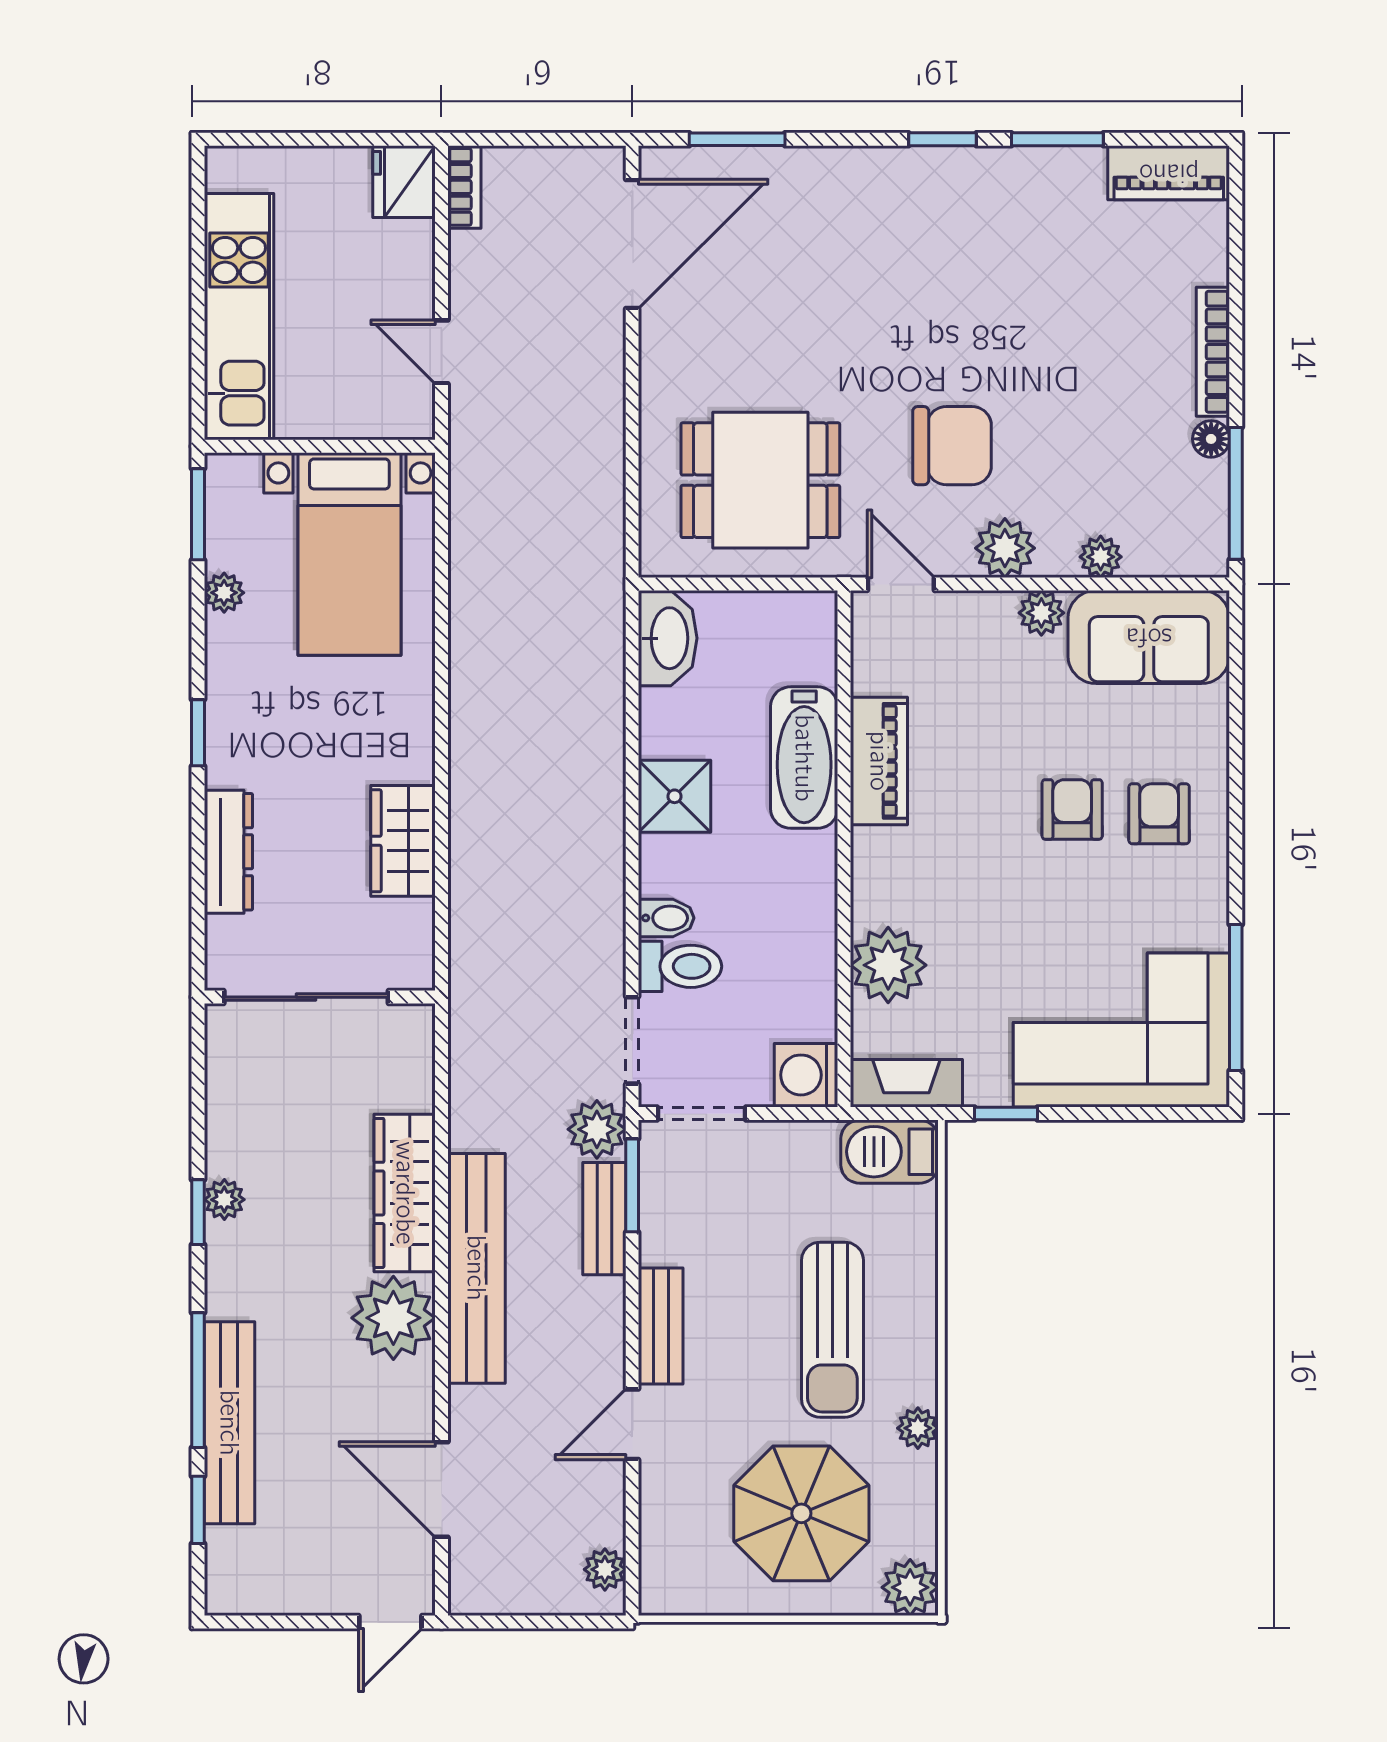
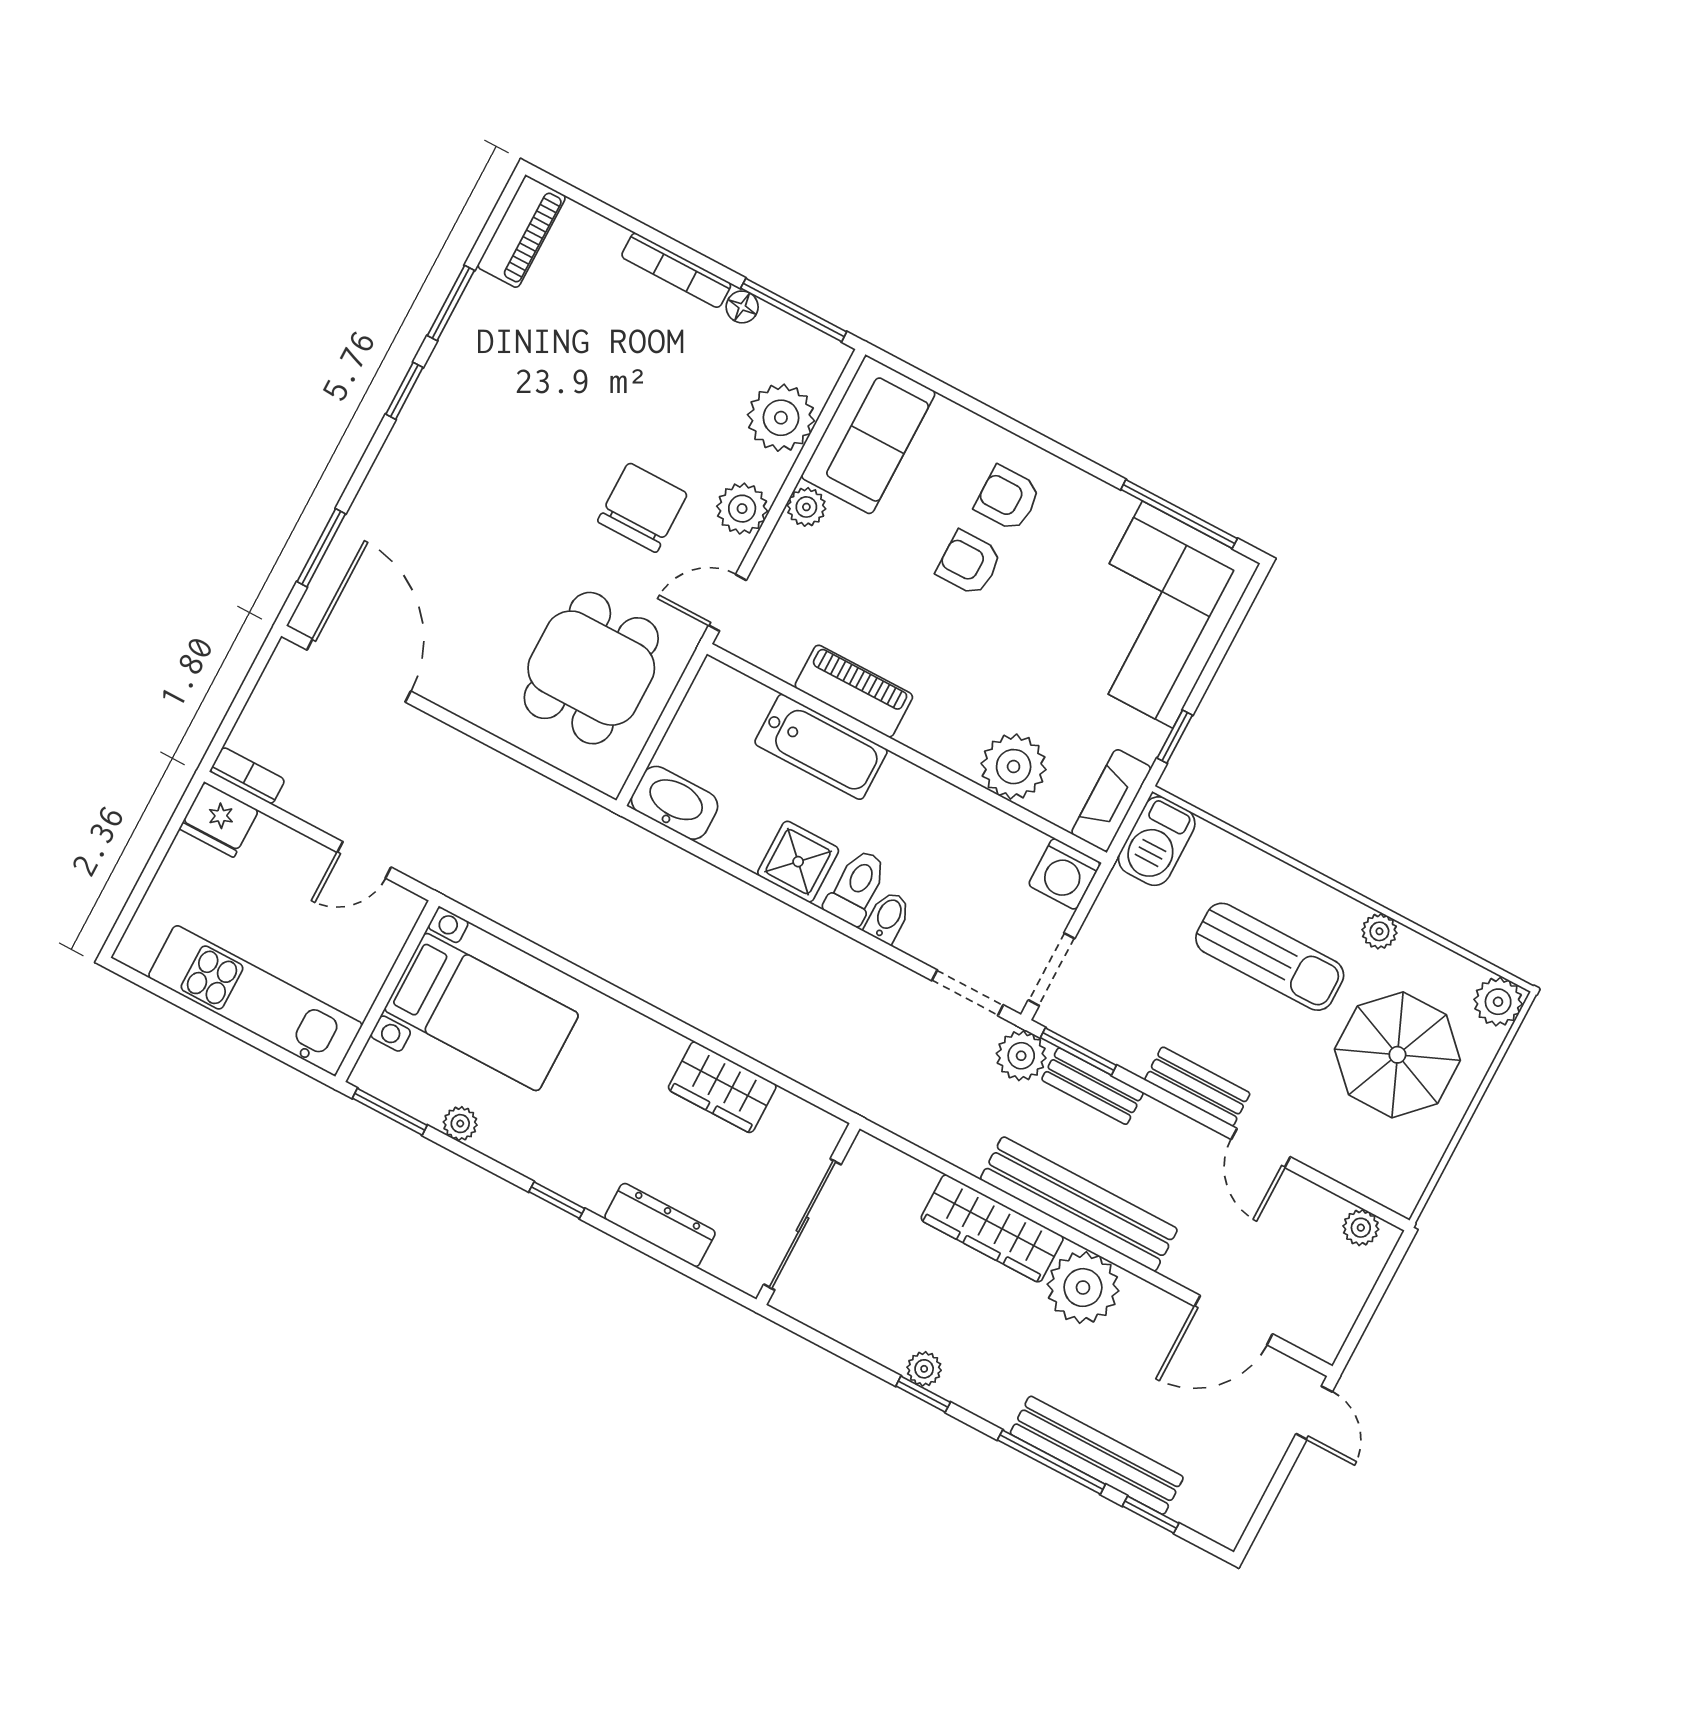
plant: (1101, 557) -> (781, 418), width x1.87, depth x1.87
toilet: (680, 966) -> (856, 887), moved

